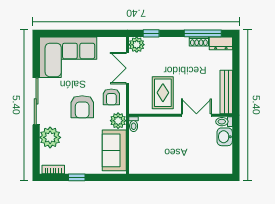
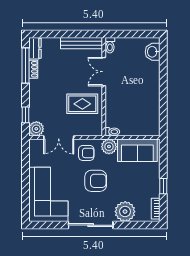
washbasin: (225, 137) -> (153, 52), moved, turned 90

